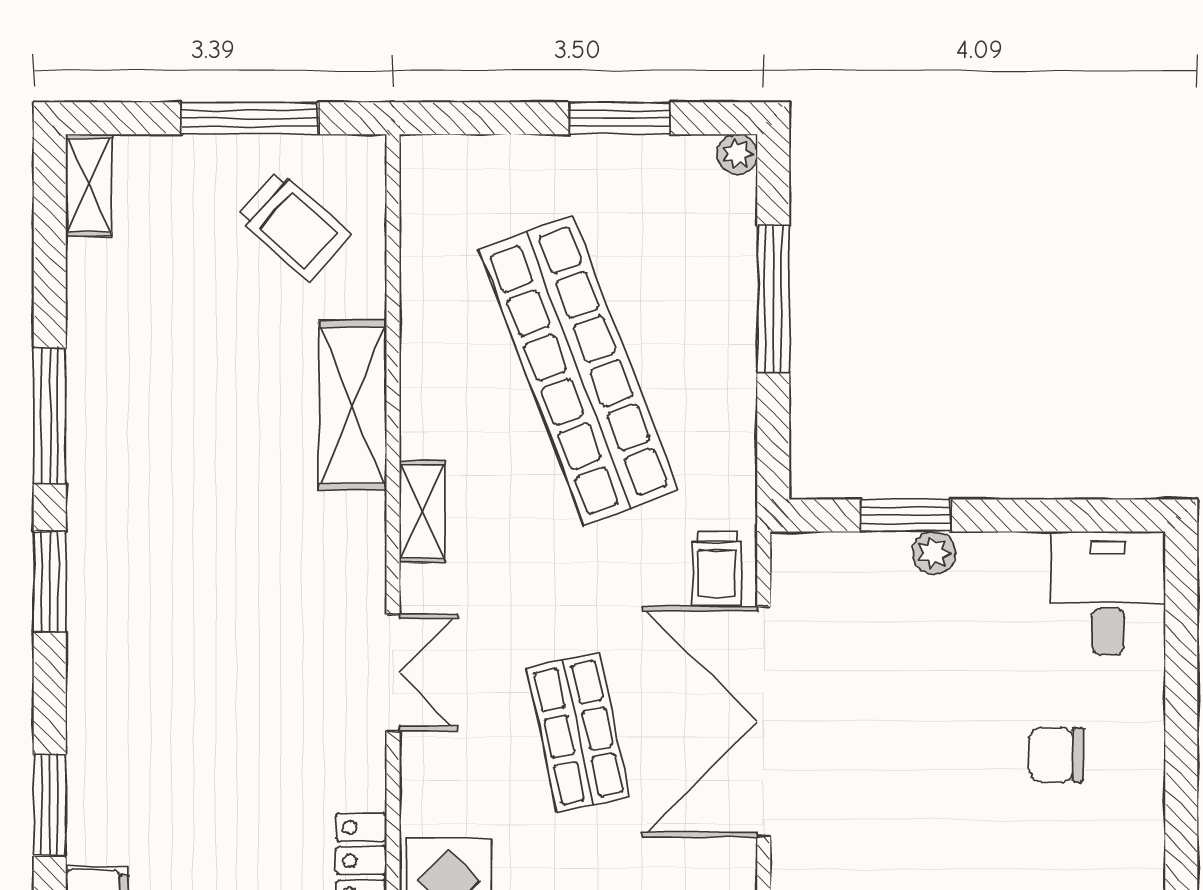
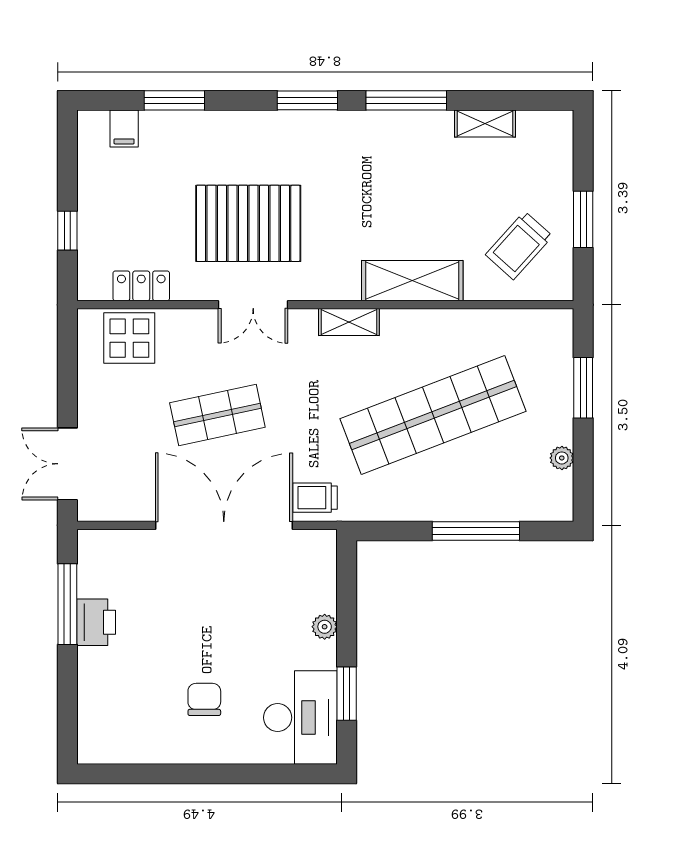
window: (250, 118) -> (583, 219), width x0.69
window: (620, 118) -> (583, 388), moved
plant: (737, 154) -> (562, 458), moved
shelving: (89, 185) -> (485, 123), moved
window: (905, 515) -> (347, 694), moved
desk: (1108, 593) -> (300, 718), width x1.37
pallet: (256, 681) -> (248, 223), added

